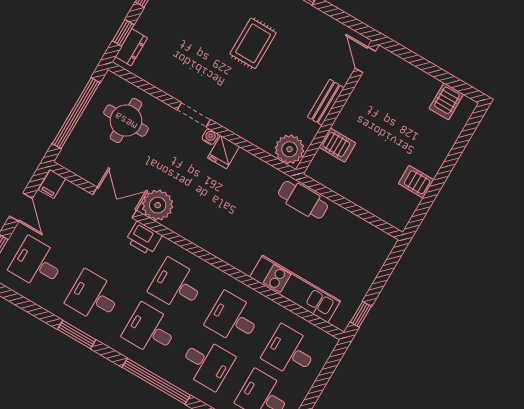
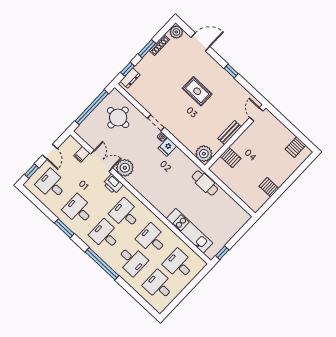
rug: (253, 43) -> (197, 91), turned 90
filing cabinet: (52, 184) -> (82, 154), moved

